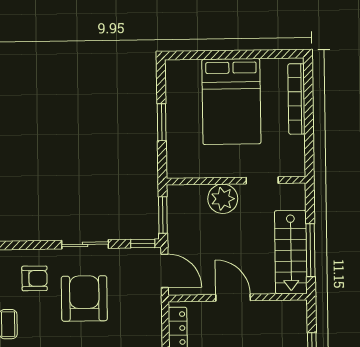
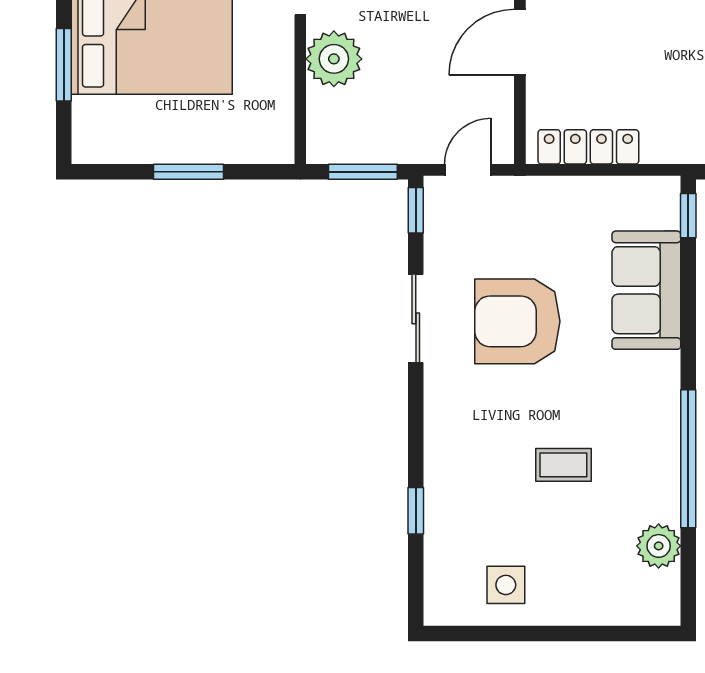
window: (218, 55) -> (64, 65), added
door: (165, 271) -> (468, 170), width x0.73
armchair: (35, 278) -> (478, 414), removed

